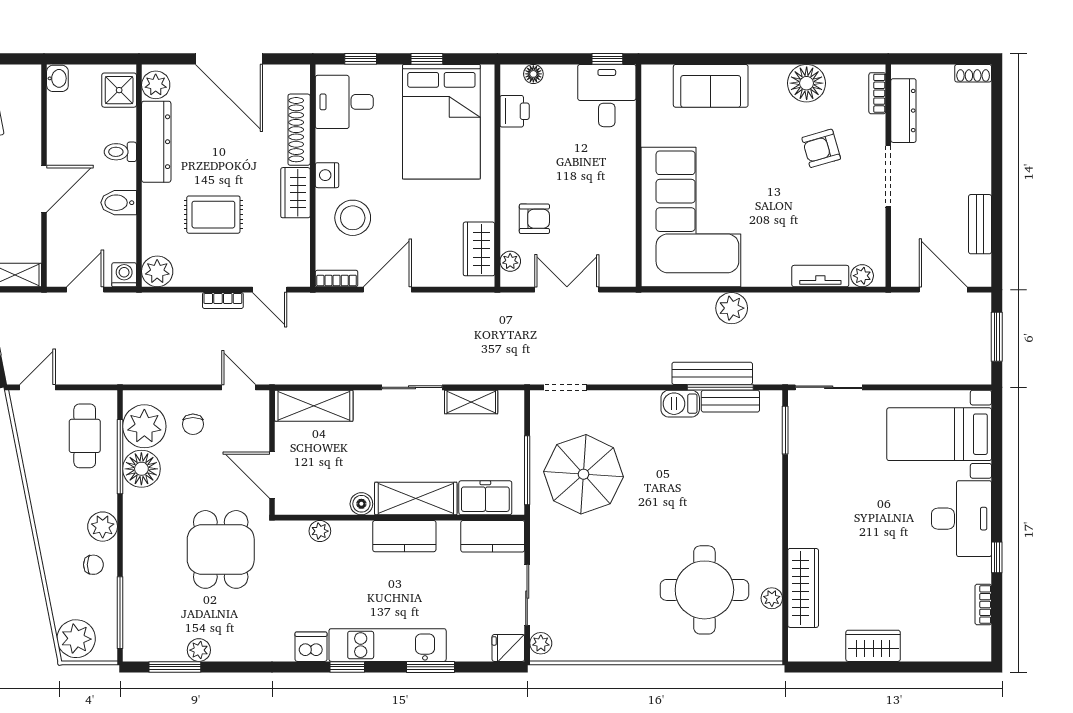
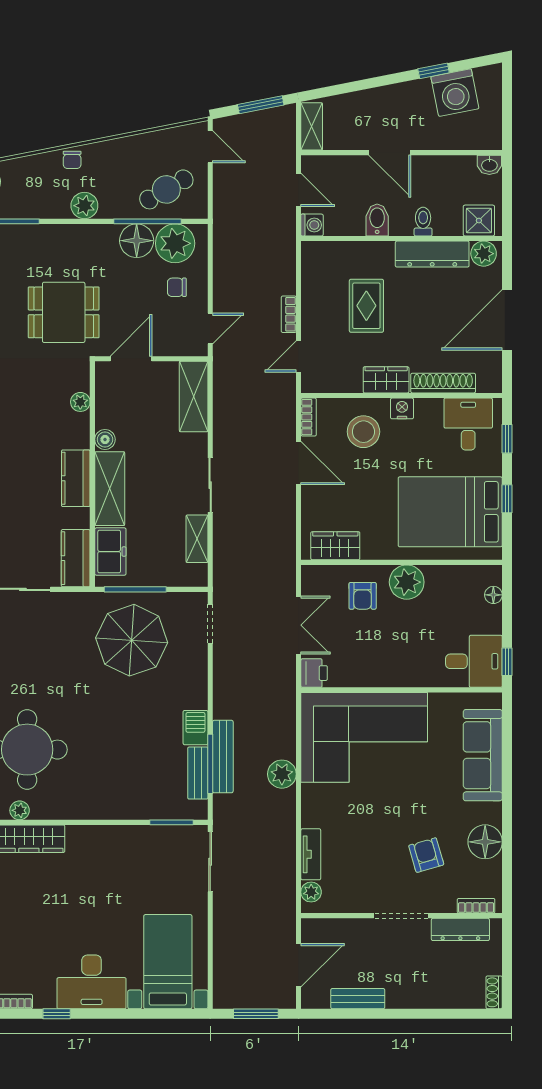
sofa: (711, 86) -> (483, 755), width x1.36
printer: (515, 111) -> (314, 673), moved, turned -90
plant: (510, 261) -> (407, 582), moved, width x1.87, depth x1.87
plant: (157, 271) -> (315, 255), removed
cafe table: (85, 436) -> (166, 189), turned -30
chair: (93, 565) -> (72, 160), moved

